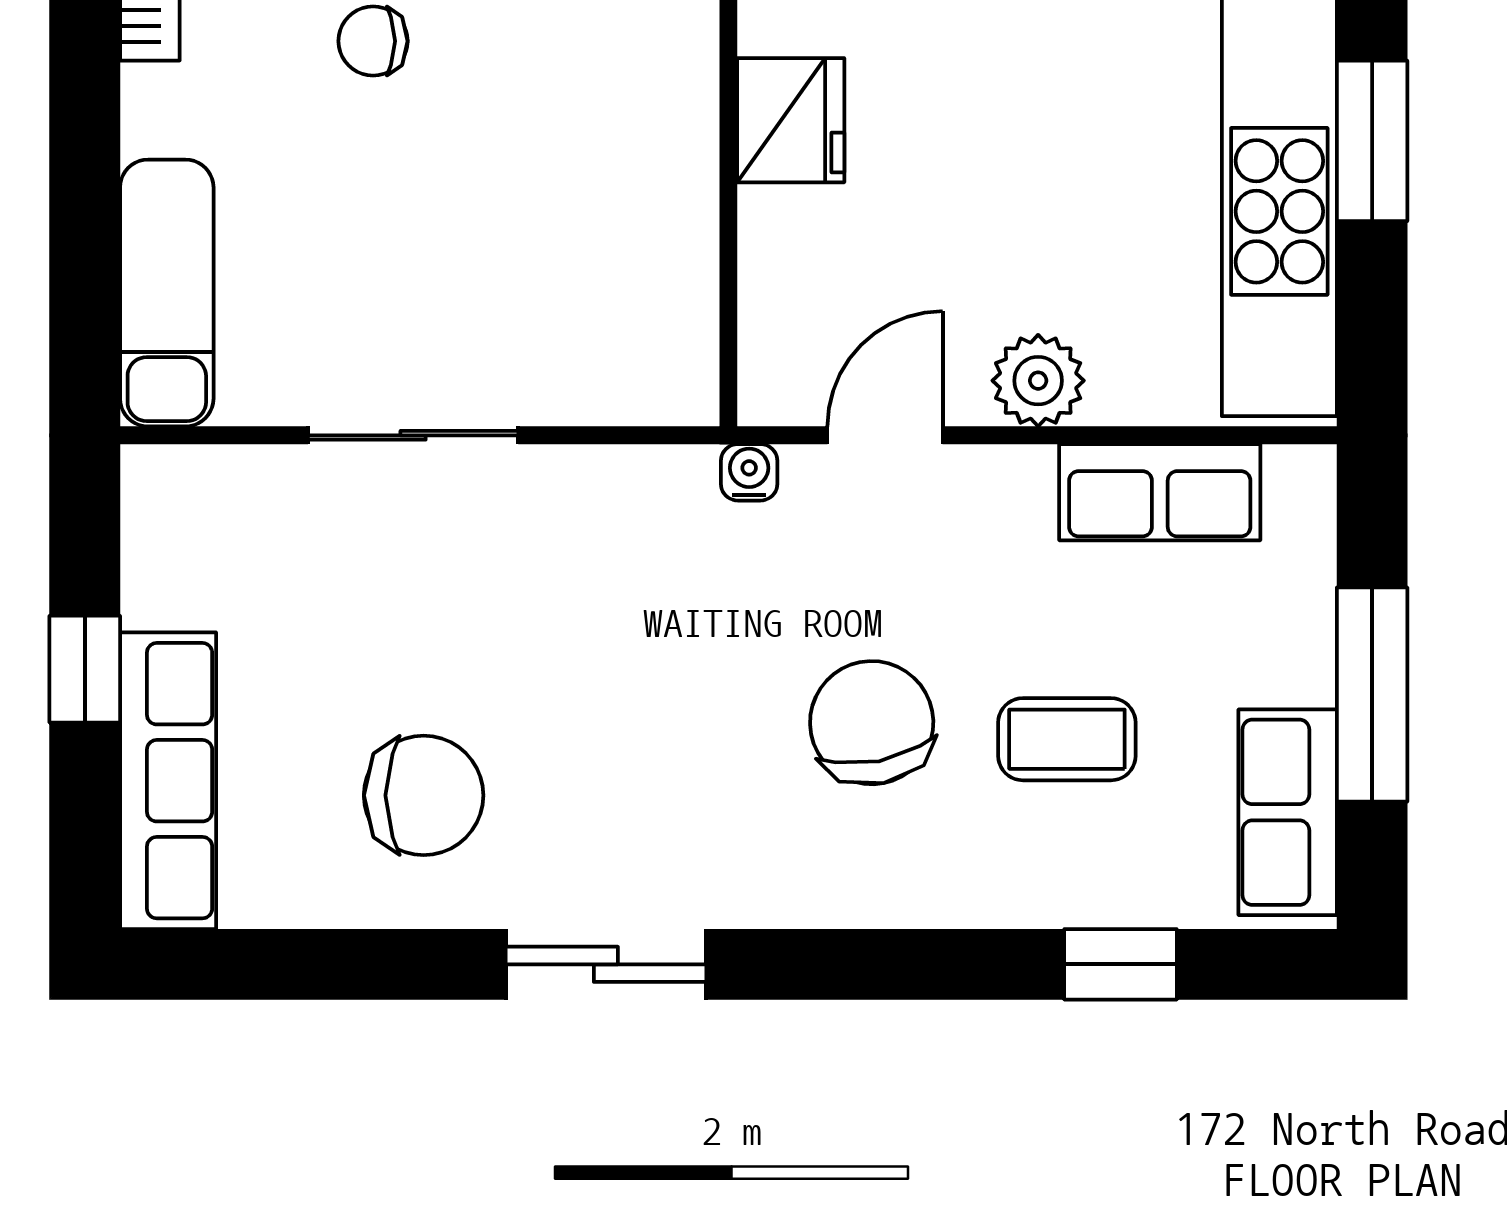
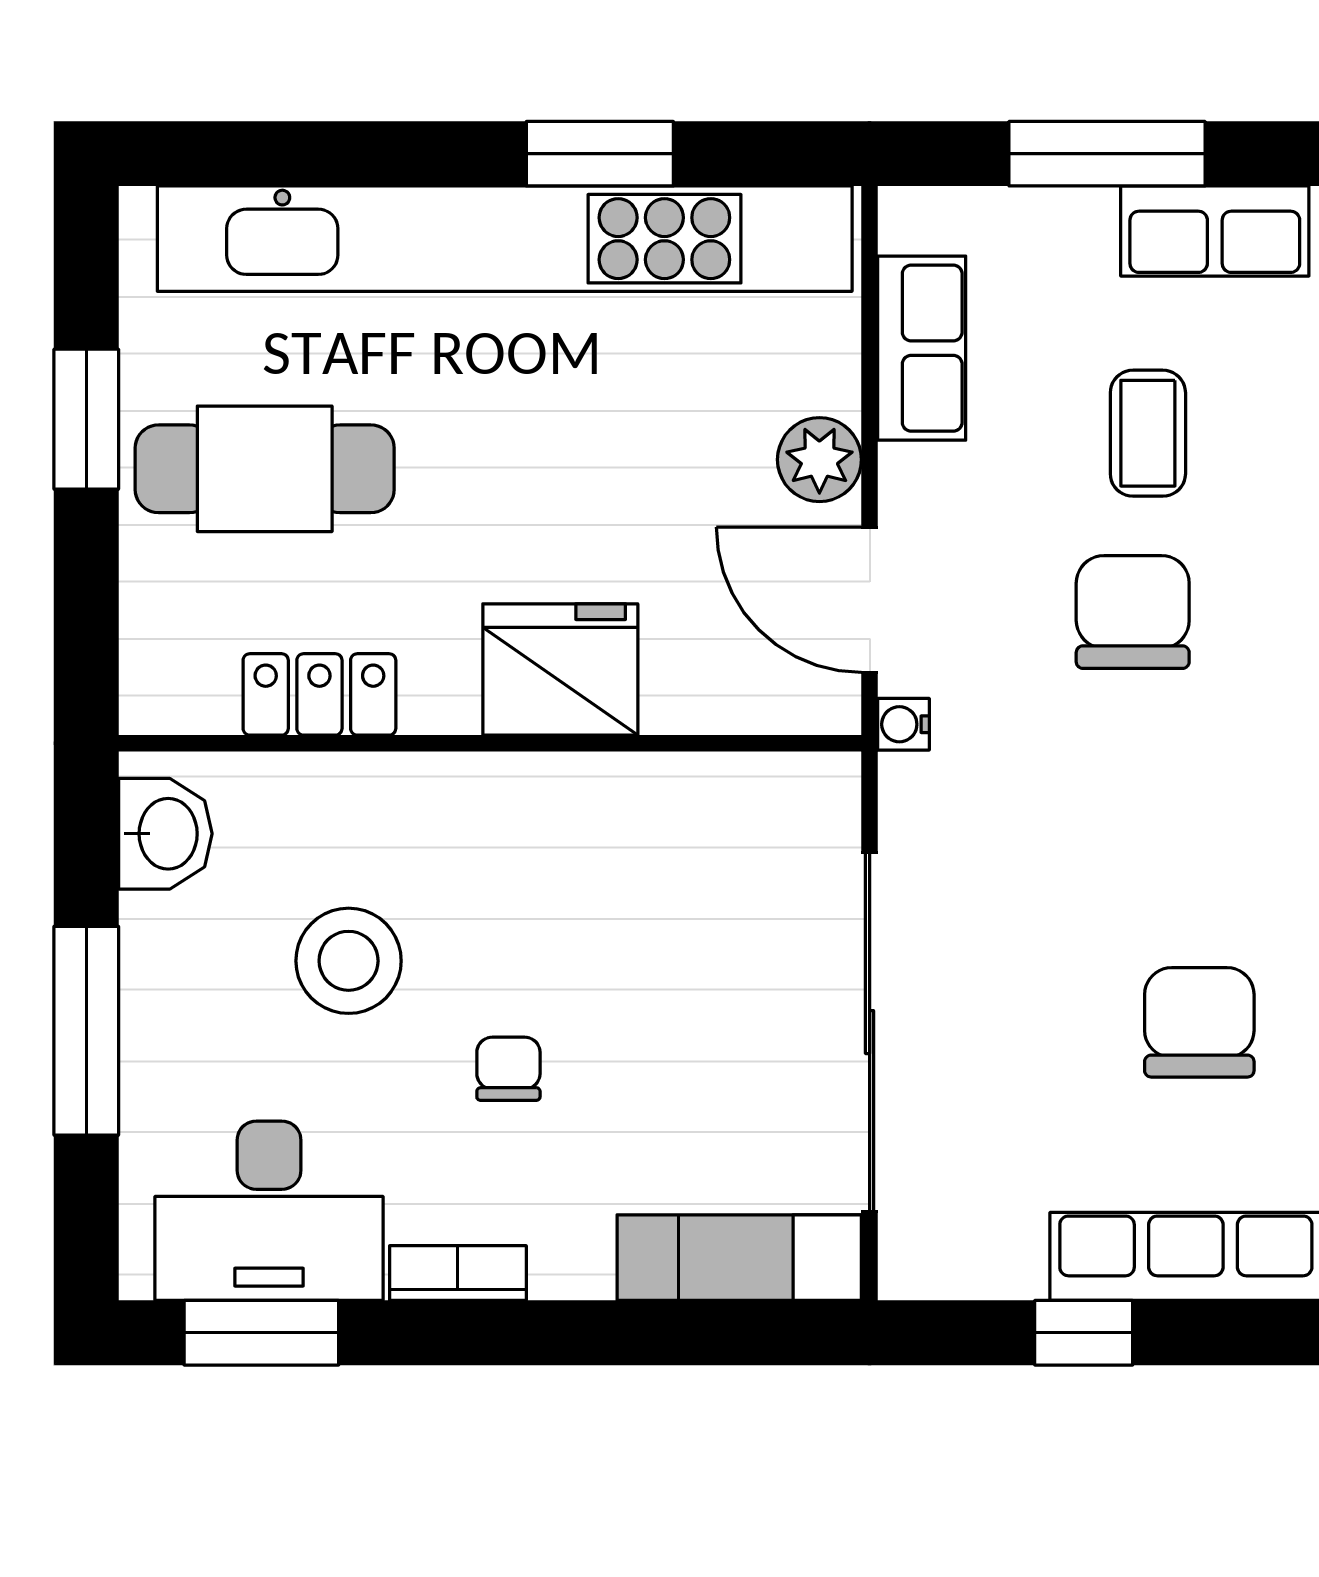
chair: (373, 41) -> (508, 1069), turned 180
fridge: (791, 120) -> (560, 669), width x1.36, depth x1.34
sliding door: (413, 435) -> (870, 1032), width x1.86
door: (885, 435) -> (870, 600), width x1.38
chair: (872, 723) -> (1133, 612), turned 101

